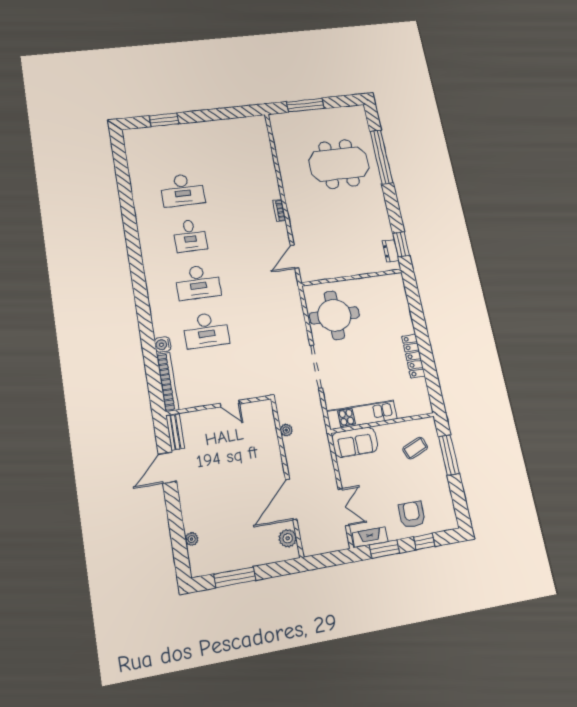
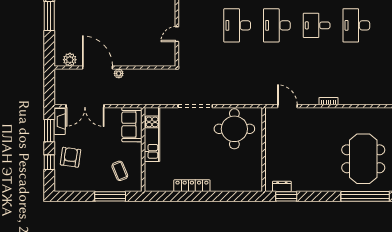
plant: (286, 430) -> (119, 73), moved
double door: (344, 507) -> (85, 106), width x1.37
armchair: (412, 515) -> (71, 157), turned -82

